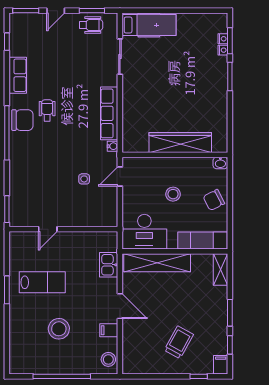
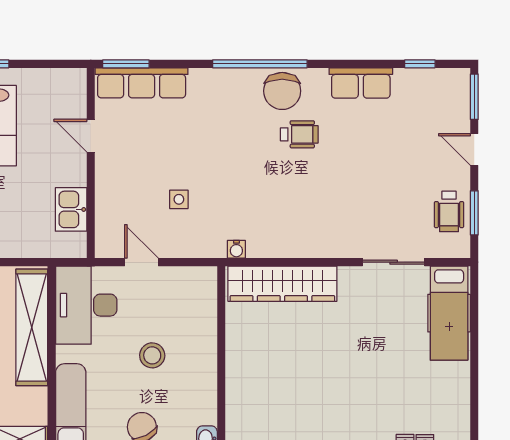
row of seats: (109, 113) -> (142, 83), moved, turned 180
wardrobe: (180, 143) -> (282, 284), moved, turned 90
door: (120, 176) -> (141, 262), moved
kitchen sink: (109, 265) -> (71, 209), moved, turned -90

